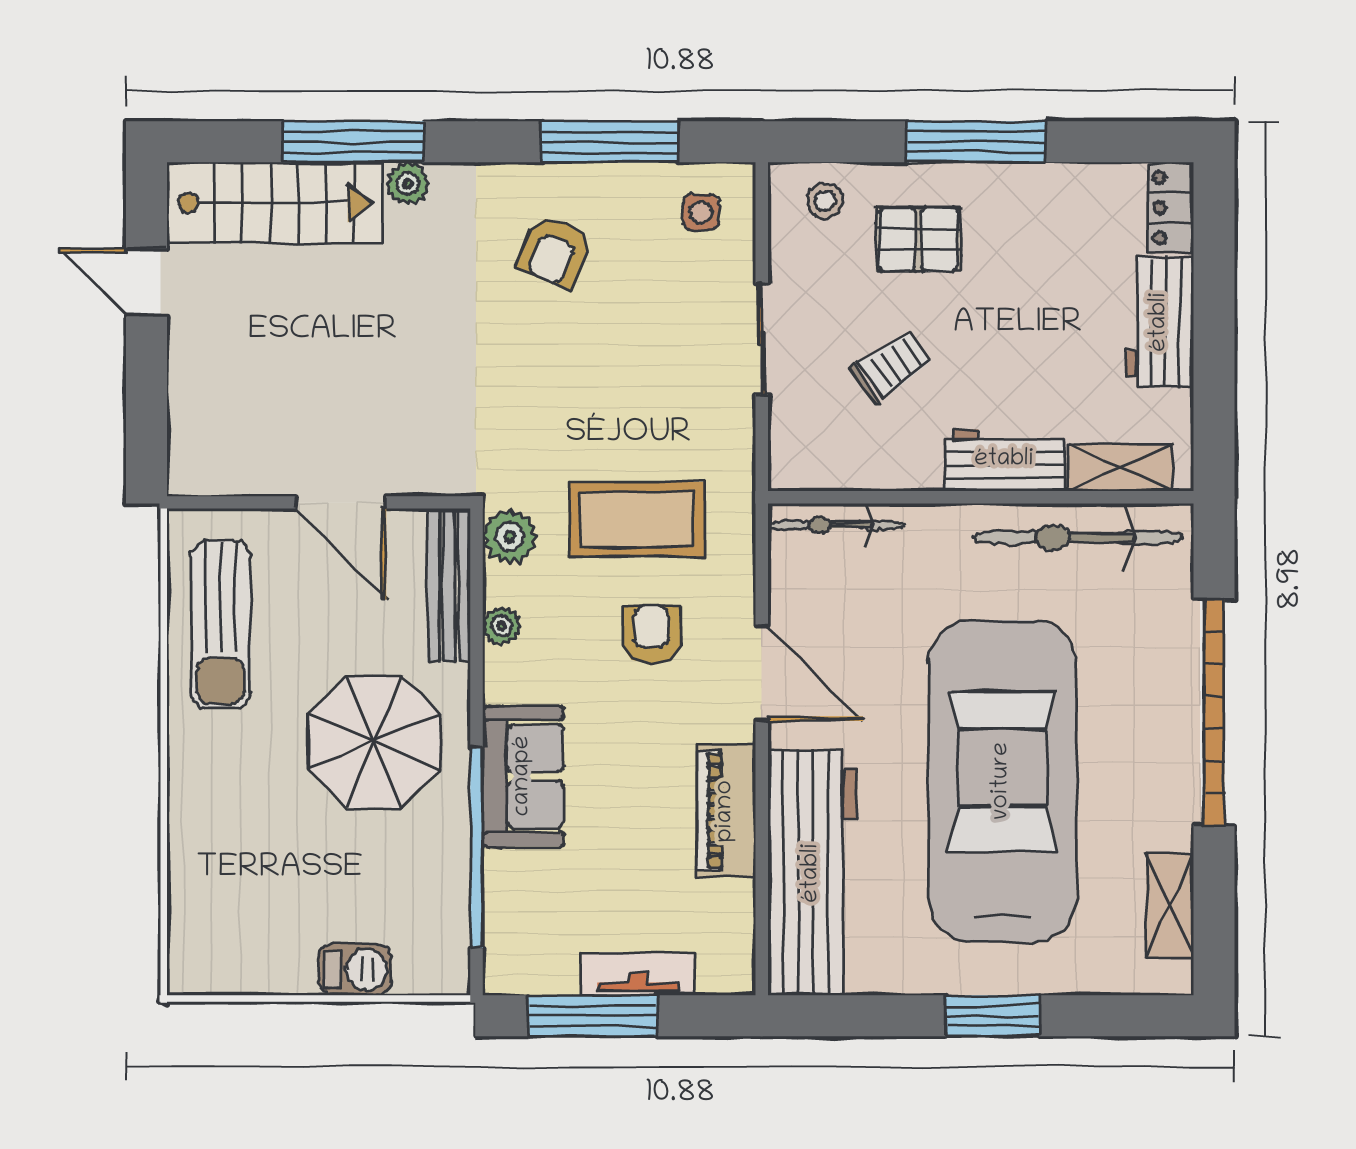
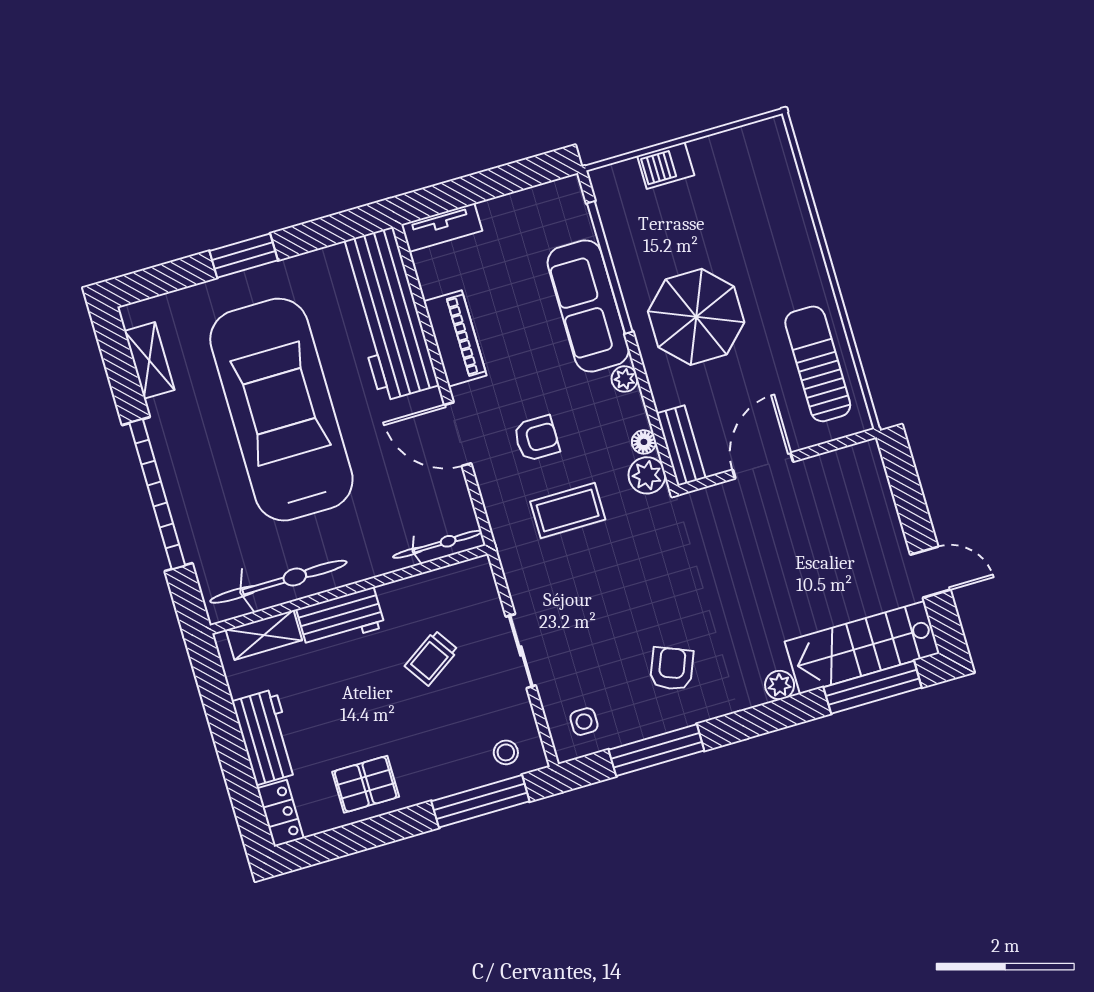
window: (353, 142) -> (873, 687), moved
window: (976, 142) -> (480, 801), moved
pallet: (918, 239) -> (366, 784), moved
door: (341, 502) -> (763, 466), hinge flipped
coffee table: (637, 519) -> (568, 510), width x0.73, depth x0.76
bench: (449, 585) -> (681, 446), width x0.73
floor lamp: (500, 585) -> (644, 442), added
plant: (502, 626) -> (625, 379), moved
armchair: (651, 635) -> (536, 438), turned -90
sofa: (523, 776) -> (588, 306), width x1.36
car: (1002, 781) -> (281, 410), turned 180
tv unit: (638, 974) -> (442, 228), moved
window: (593, 1016) -> (503, 180), removed

